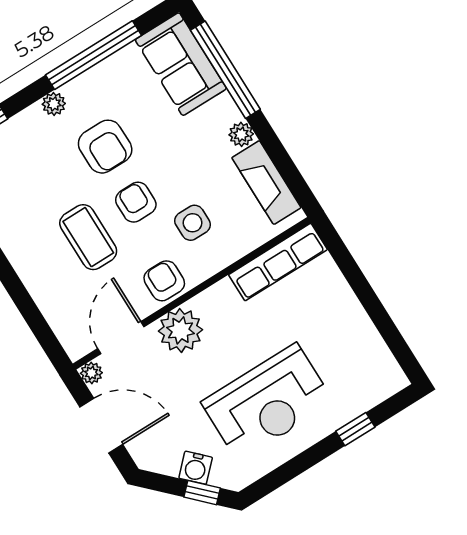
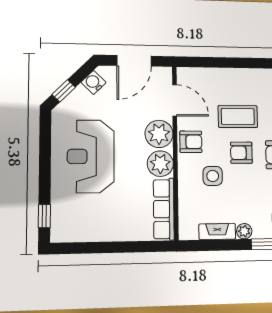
fireplace: (266, 183) -> (217, 232), width x0.73, depth x0.76
armchair: (136, 202) -> (241, 153), turned 180
plant: (91, 373) -> (160, 164), moved, width x1.88, depth x1.88
window: (355, 429) -> (44, 216), moved
water cooler: (196, 468) -> (94, 82), moved

